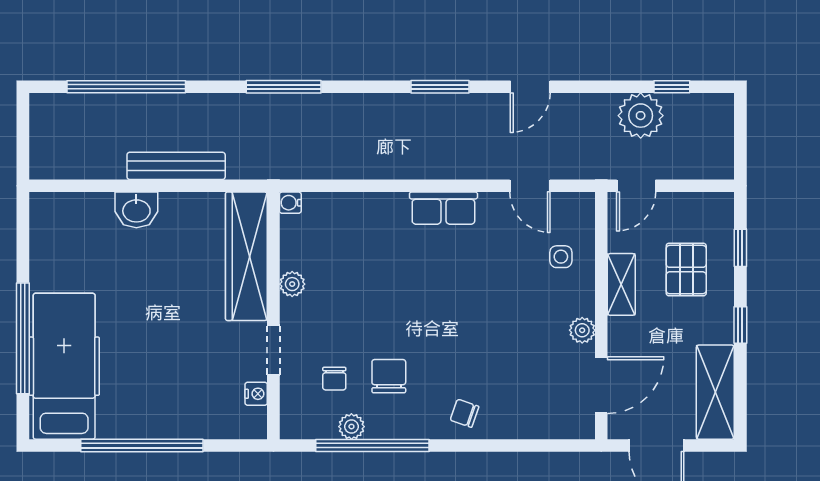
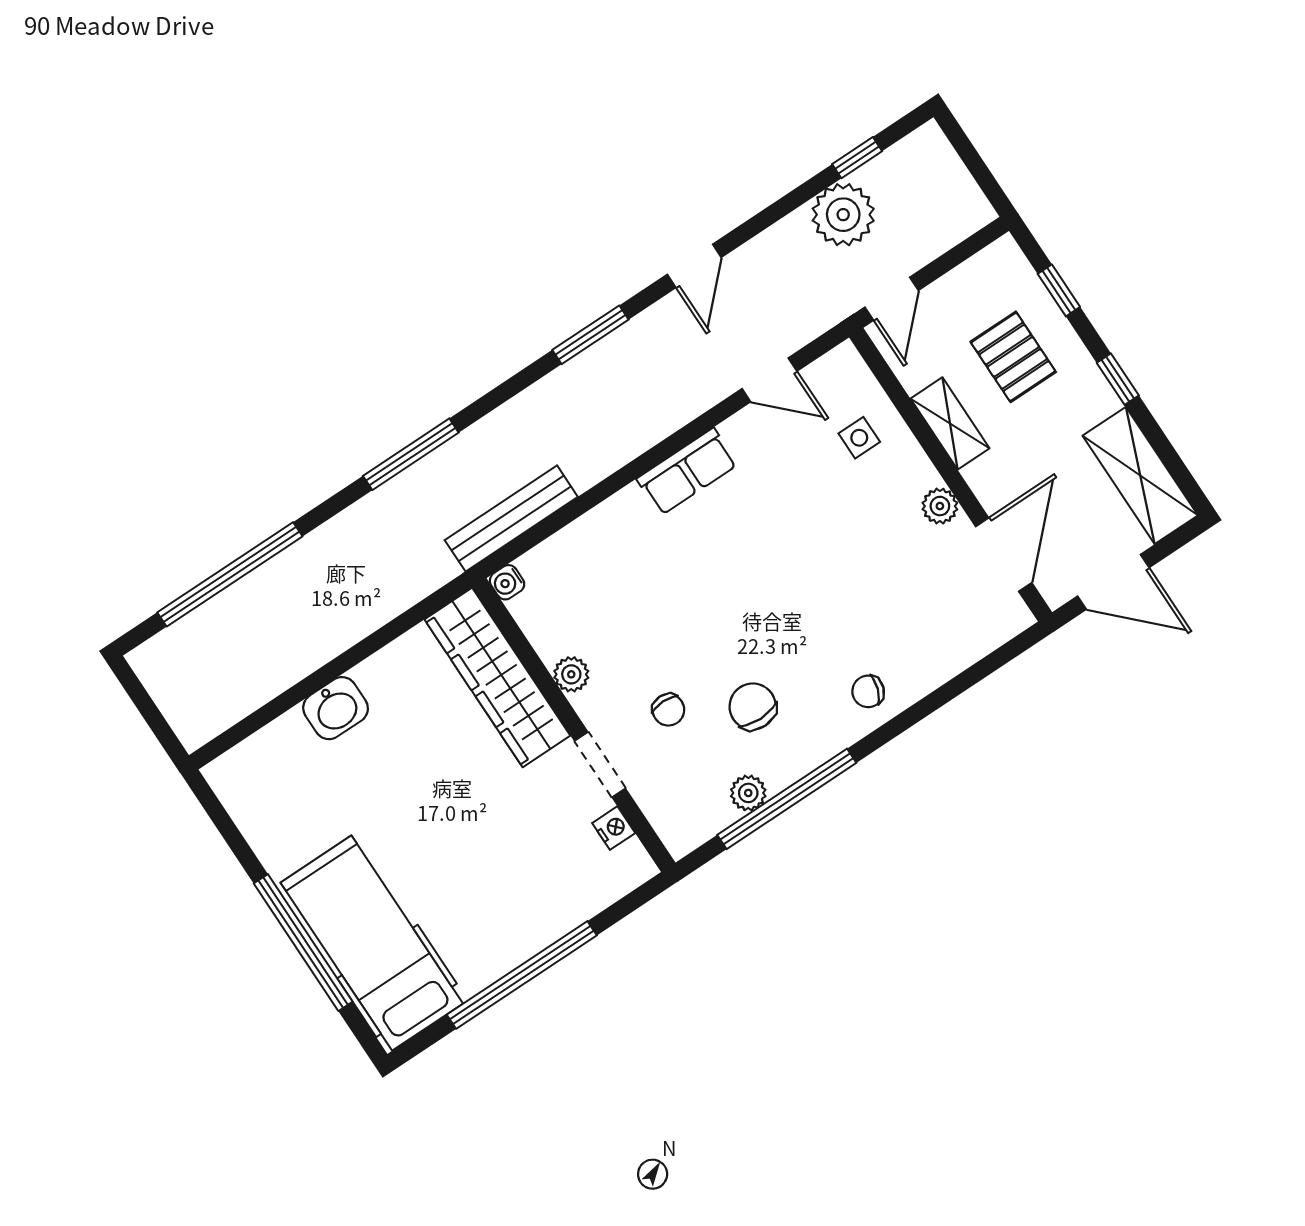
bench: (176, 166) -> (511, 518), moved
chair: (334, 379) -> (668, 710), moved

